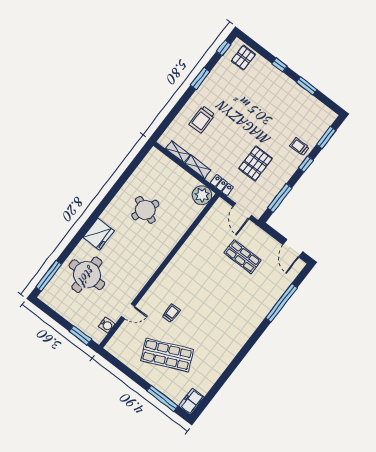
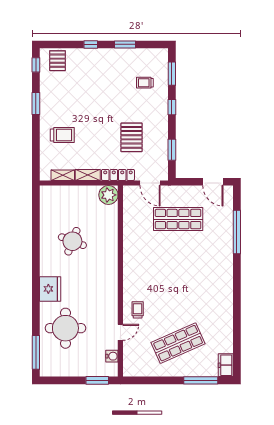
trolley: (202, 119) -> (62, 135), turned -90
trolley: (299, 146) -> (145, 83), moved
locker: (222, 185) -> (118, 175), width x1.53
window: (280, 198) -> (172, 150), width x0.69
shop shelf: (243, 257) -> (178, 219), width x1.43, depth x1.36
trolley: (171, 313) -> (138, 310), moved

